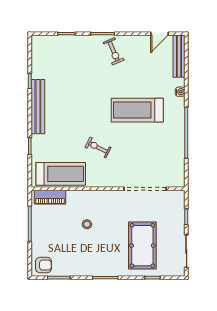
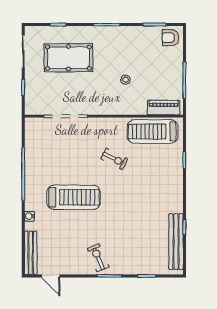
door: (160, 34) -> (51, 276), swing flipped
bench: (38, 107) -> (176, 242), moved
pool table: (142, 246) -> (68, 58), turned 90

